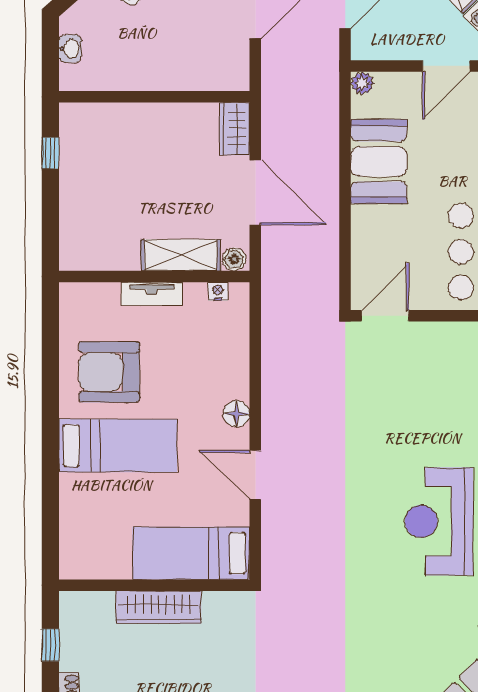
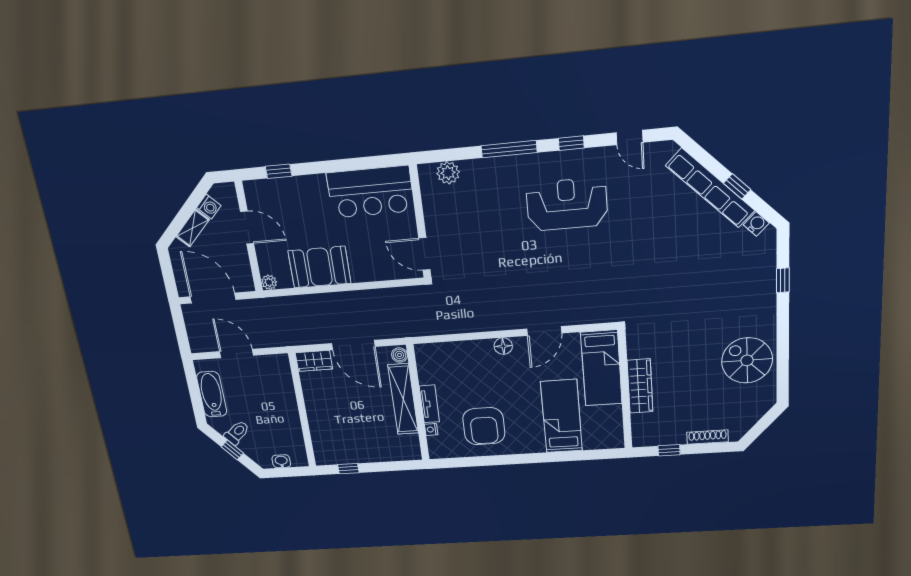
door: (255, 192) -> (353, 345), swing flipped
shelving: (181, 255) -> (403, 399), width x1.47
nightstand: (218, 291) -> (431, 429), moved
bed: (118, 446) -> (562, 416), moved
reception desk: (439, 521) -> (567, 204), turned 180

